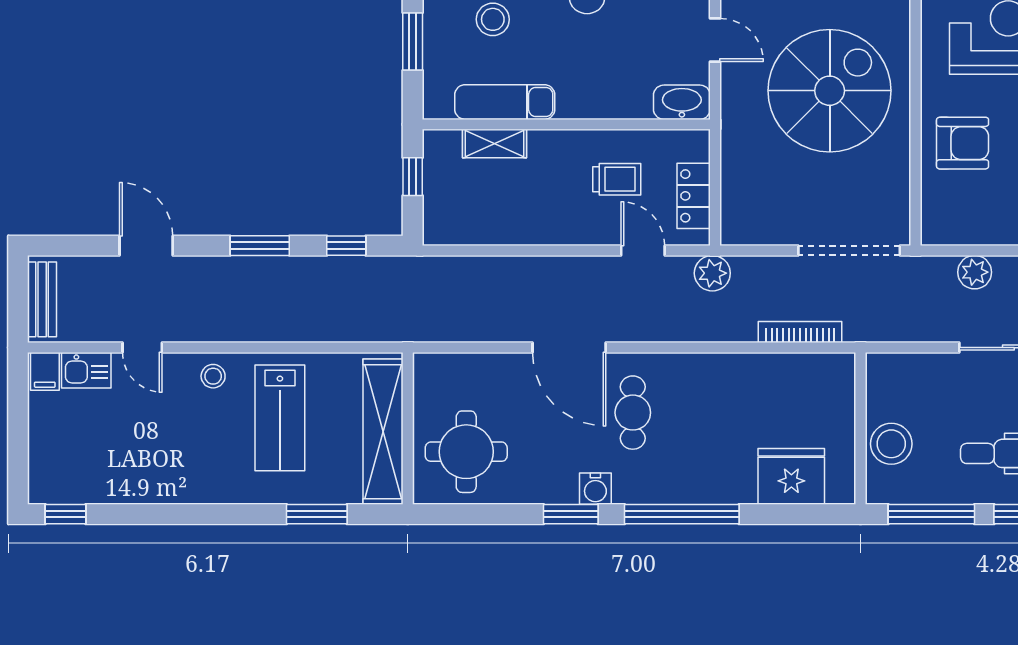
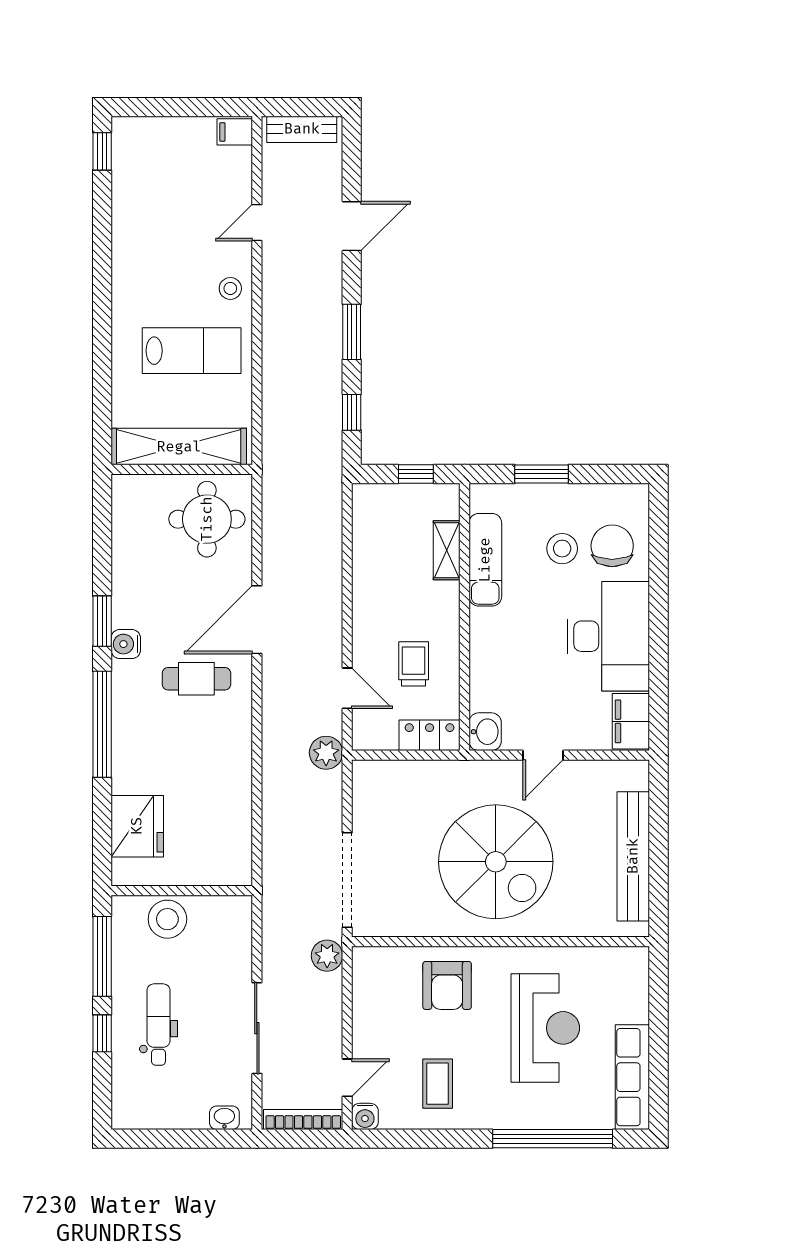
washbasin: (682, 102) -> (485, 732), width x0.72
trolley: (617, 179) -> (414, 664), turned 180
locker: (694, 196) -> (430, 735), moved
door: (643, 251) -> (347, 688), hinge flipped
plant: (975, 272) -> (327, 956), moved
bookcase: (800, 332) -> (271, 834), removed
kitchen sink: (86, 370) -> (236, 170), removed
lab bench: (280, 418) -> (192, 351), turned 180
round table: (466, 452) -> (207, 519), moved
window: (317, 514) -> (102, 385), removed

